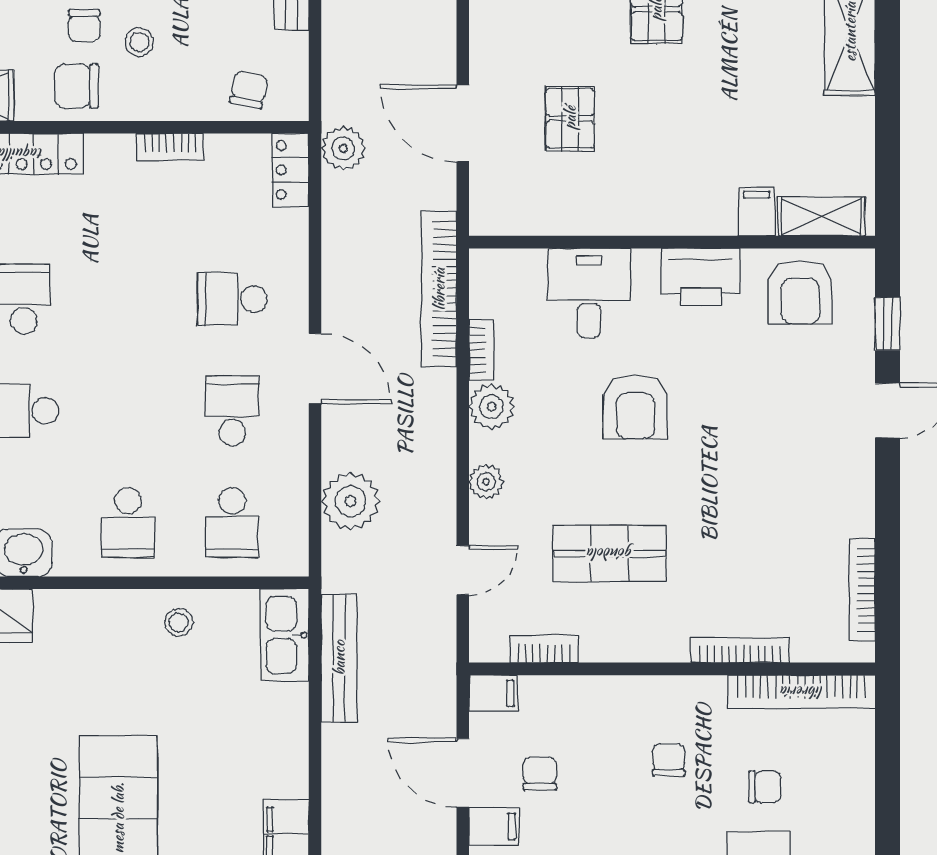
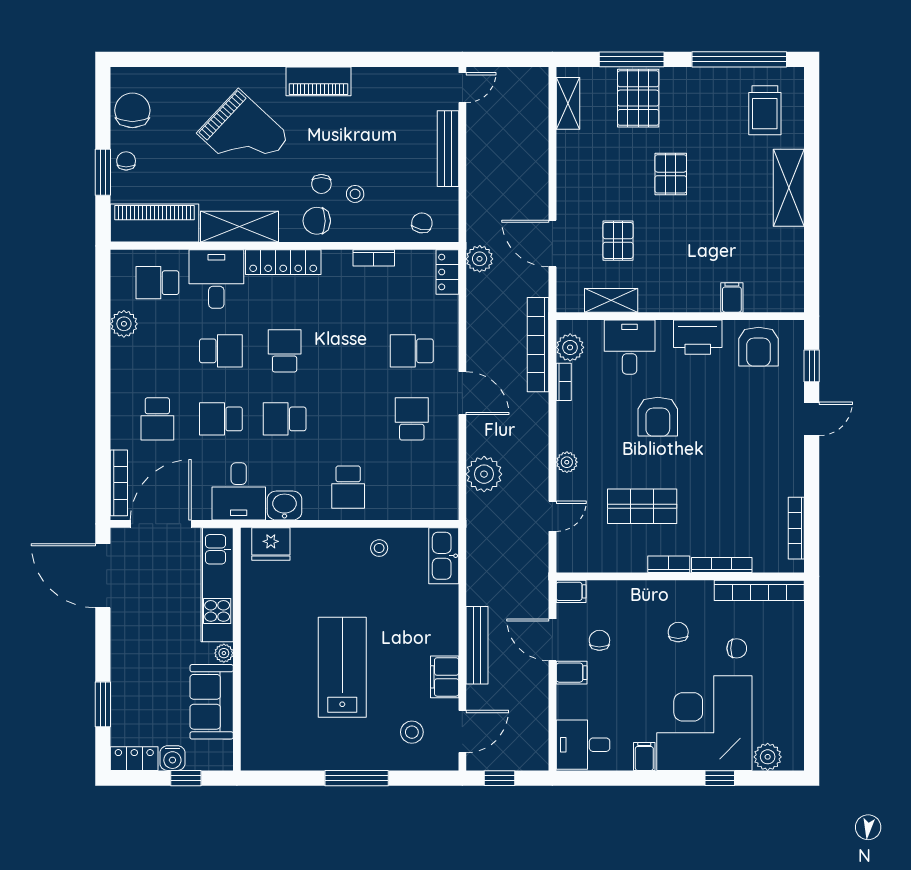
shelving: (822, 216) -> (611, 300), moved
plant: (491, 407) -> (570, 347), moved
school desk: (232, 522) -> (412, 487), removed
bookcase: (544, 649) -> (669, 564), moved
bench: (339, 658) -> (477, 645), moved

